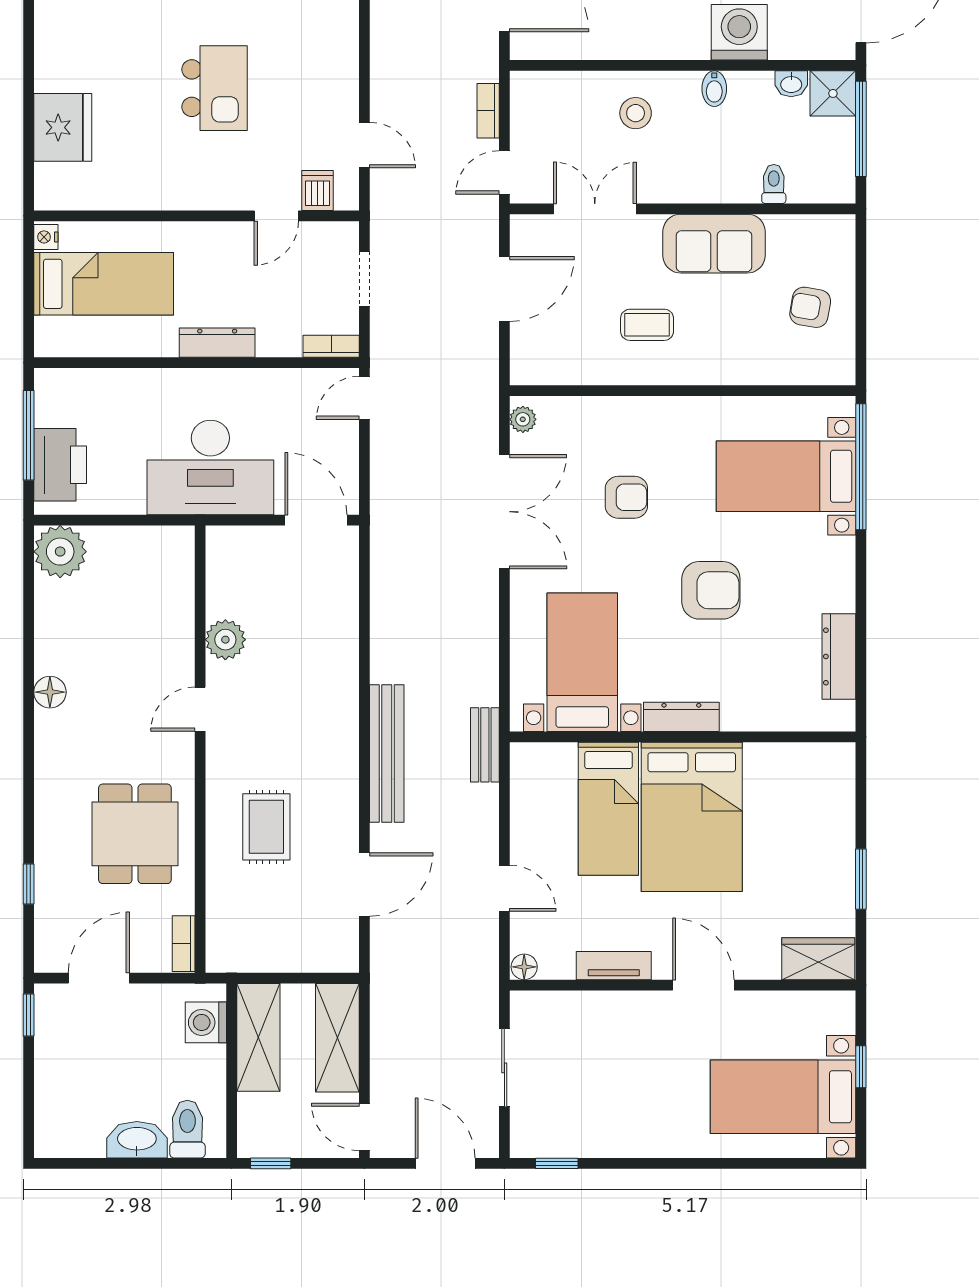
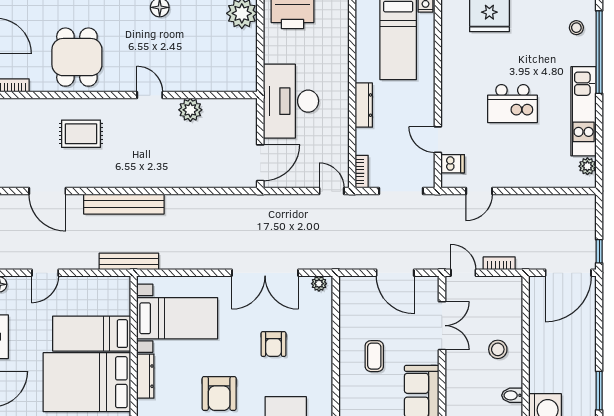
doorway: (364, 279) -> (401, 191), width x1.38
bench: (485, 745) -> (129, 261), width x1.36
dining table: (135, 834) -> (77, 57), turned 90

